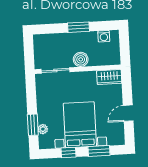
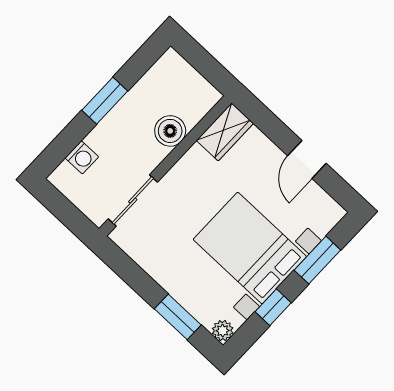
washing machine: (104, 36) -> (82, 157), moved
boiler: (81, 59) -> (170, 131), moved
plant: (43, 129) -> (223, 331), moved

